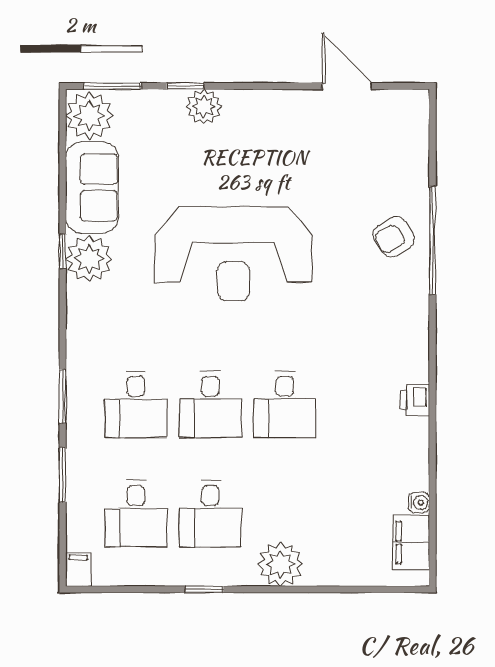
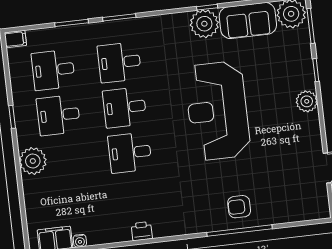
plant: (204, 107) -> (307, 101), moved
armchair: (394, 237) -> (239, 207), turned -59

